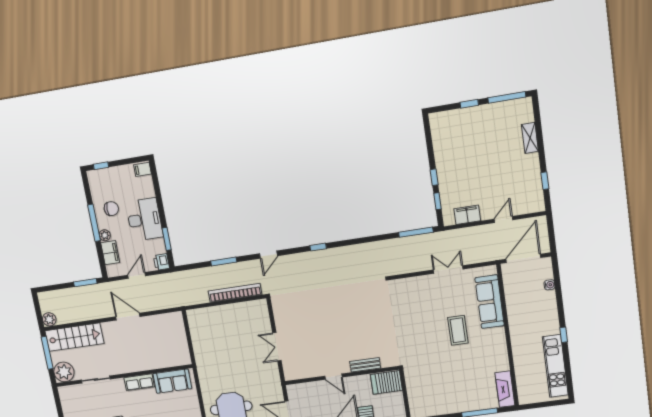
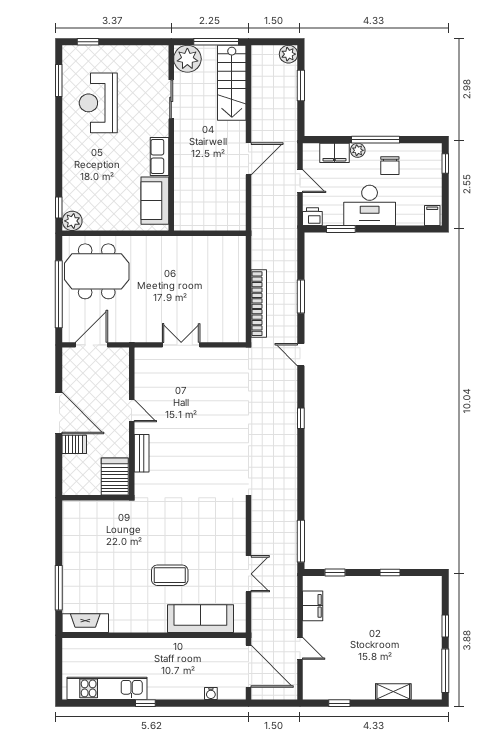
window: (434, 177) -> (390, 573), moved
window: (85, 283) -> (301, 85), moved
plant: (49, 319) -> (288, 54), moved
door: (334, 377) -> (132, 411), swing flipped

